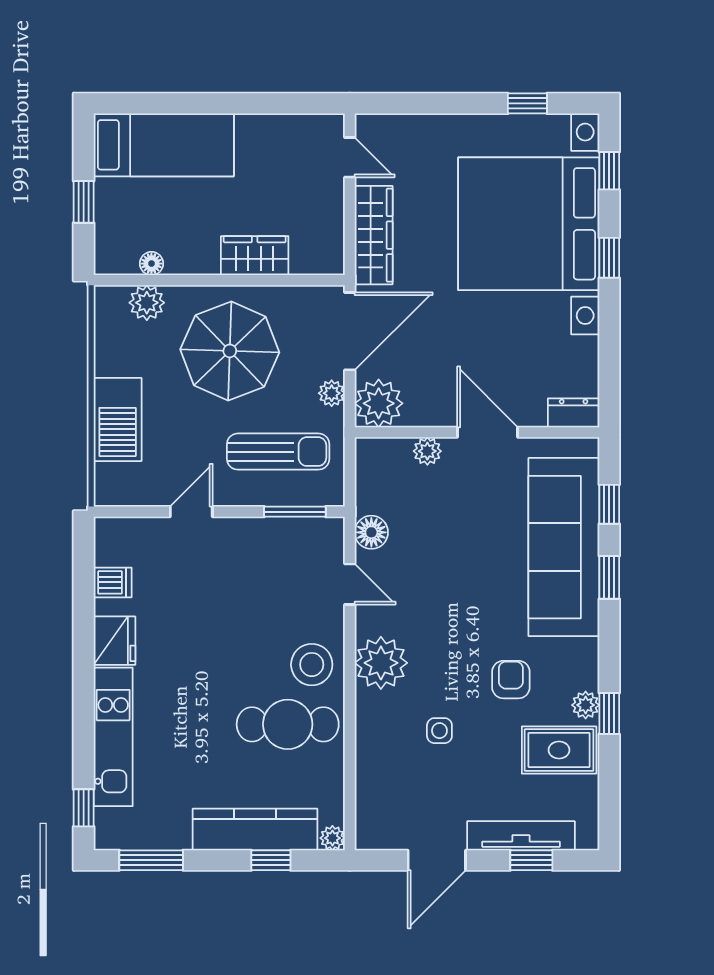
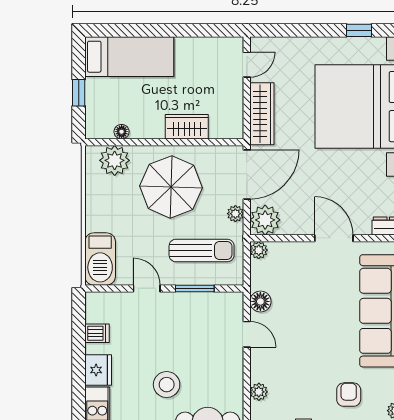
door: (350, 157) -> (247, 65), hinge flipped
plant: (147, 303) -> (115, 160), width x1.36, depth x1.36
barbecue: (118, 419) -> (100, 259), moved
plant: (427, 451) -> (259, 250), moved
door: (191, 512) -> (147, 288), hinge flipped
window: (295, 512) -> (195, 288), moved
plant: (381, 663) -> (259, 392), width x0.53, depth x0.53
stool: (312, 665) -> (167, 385), moved

